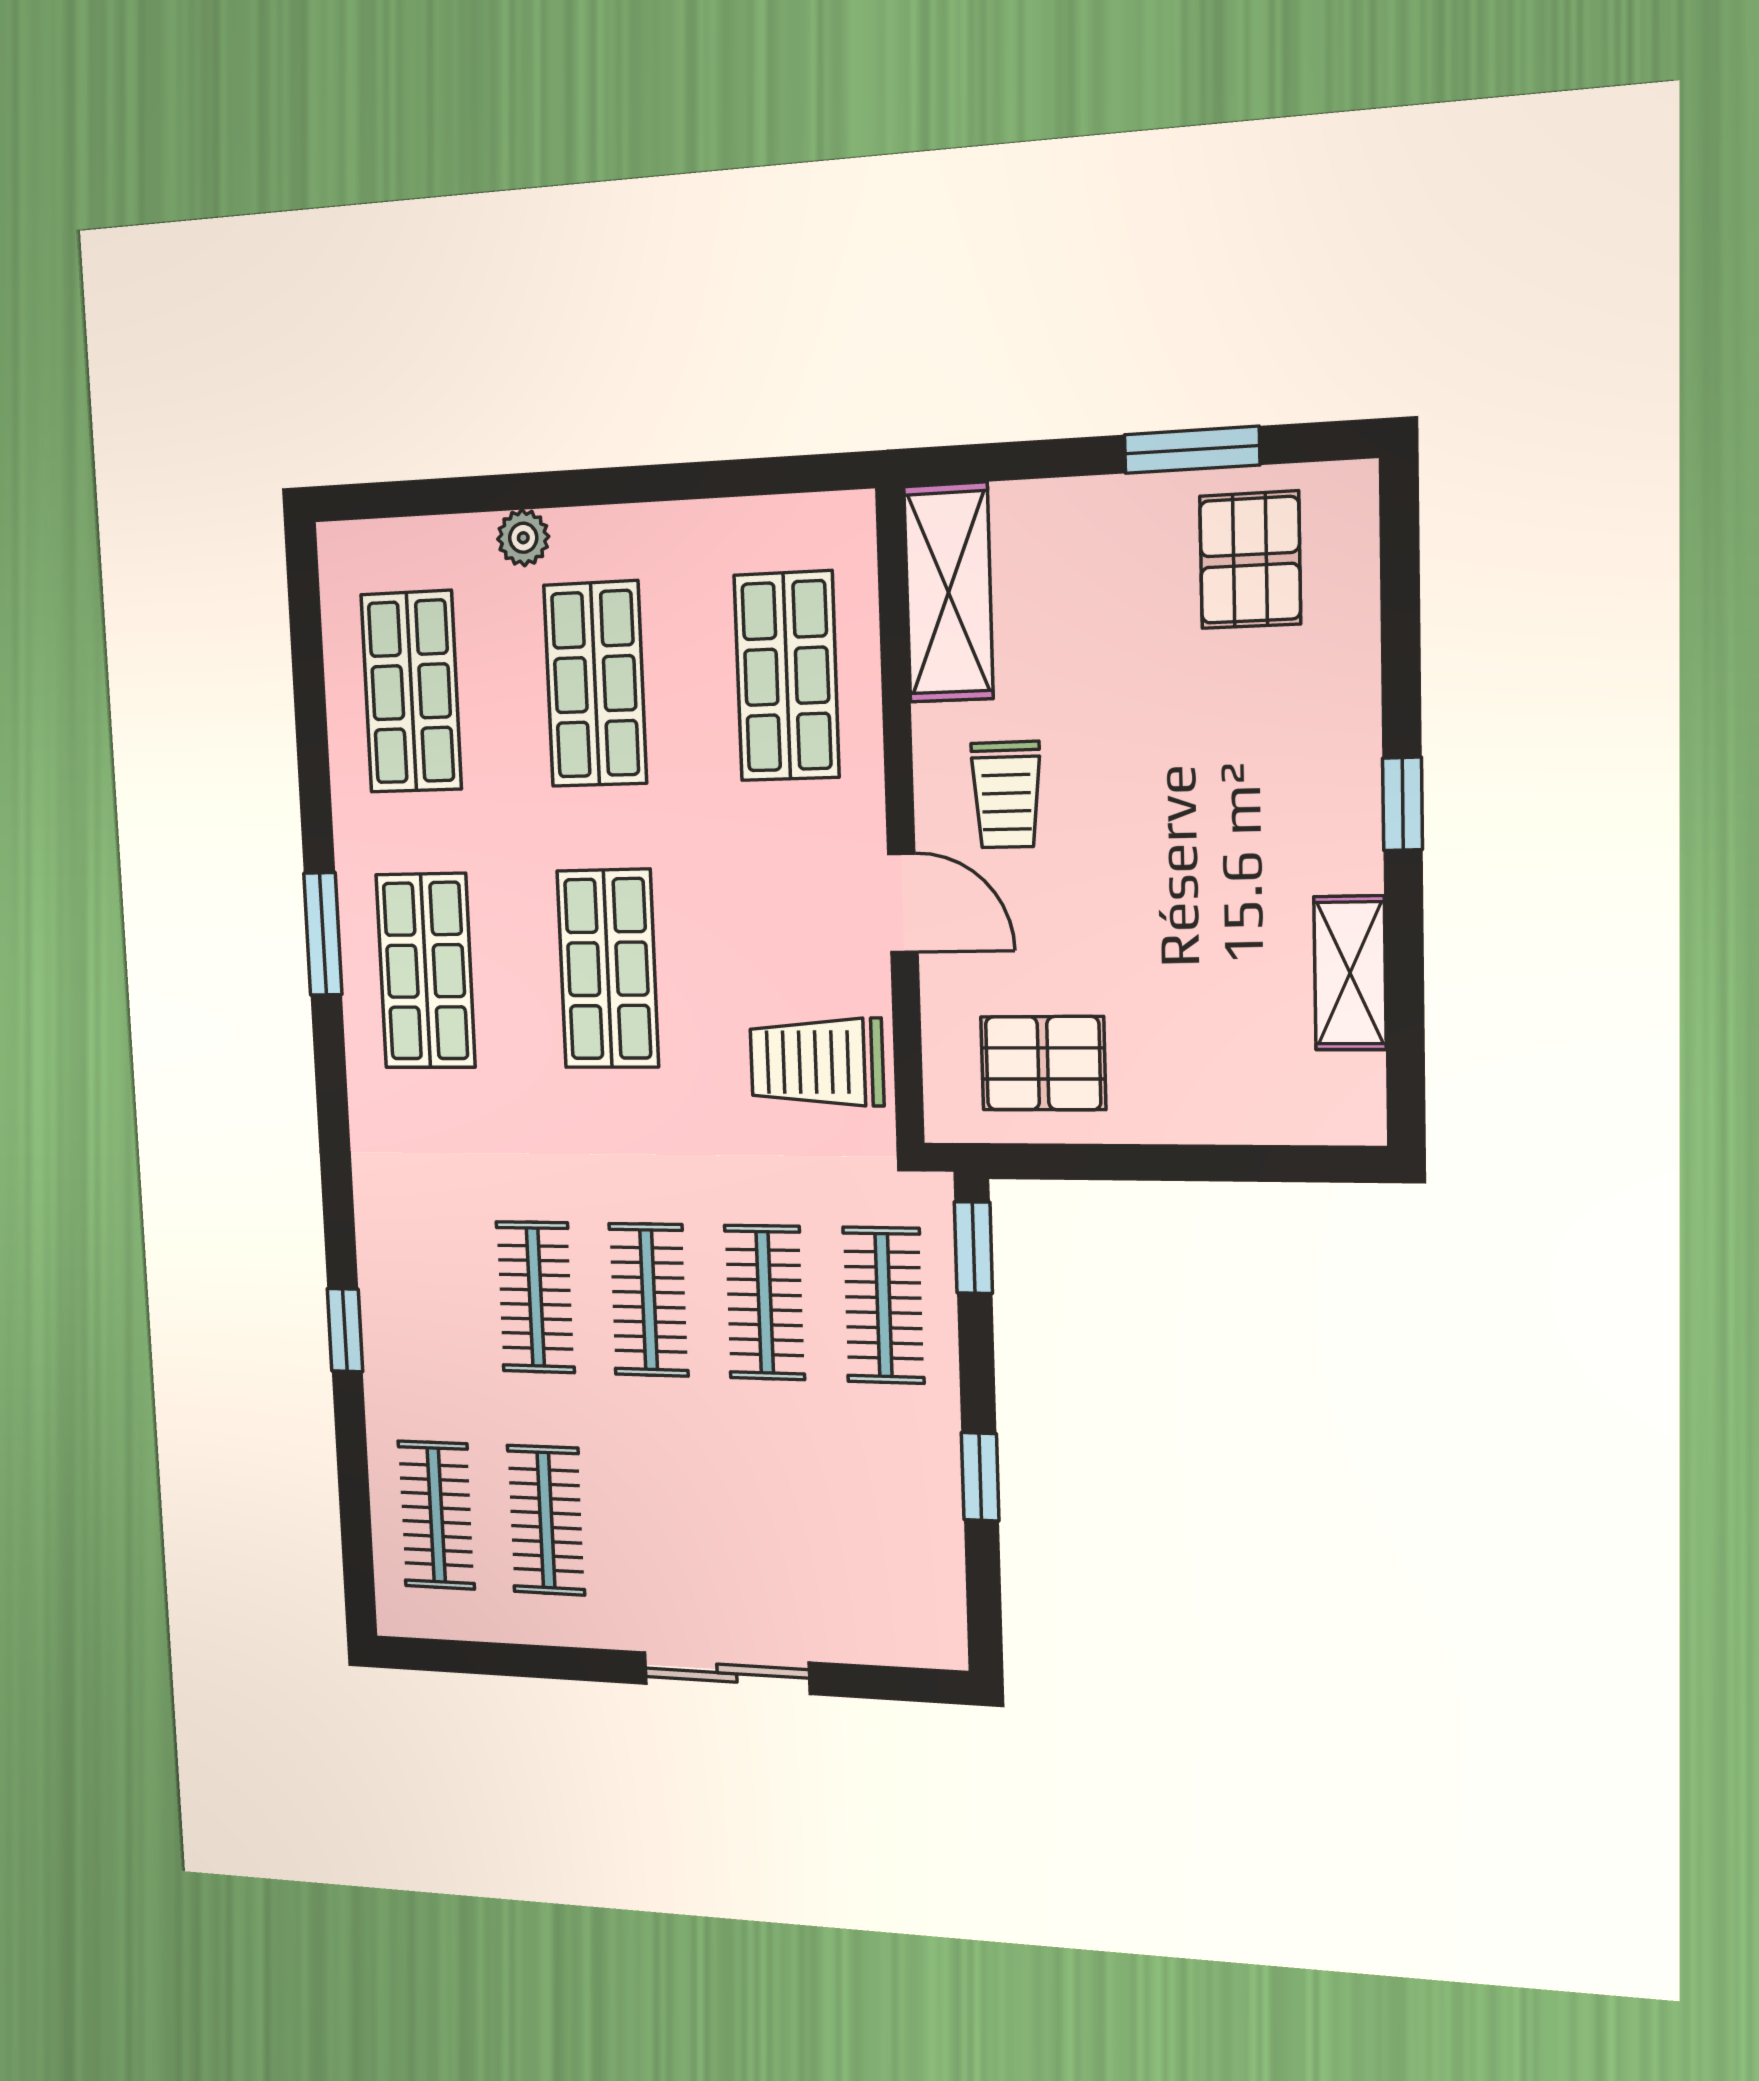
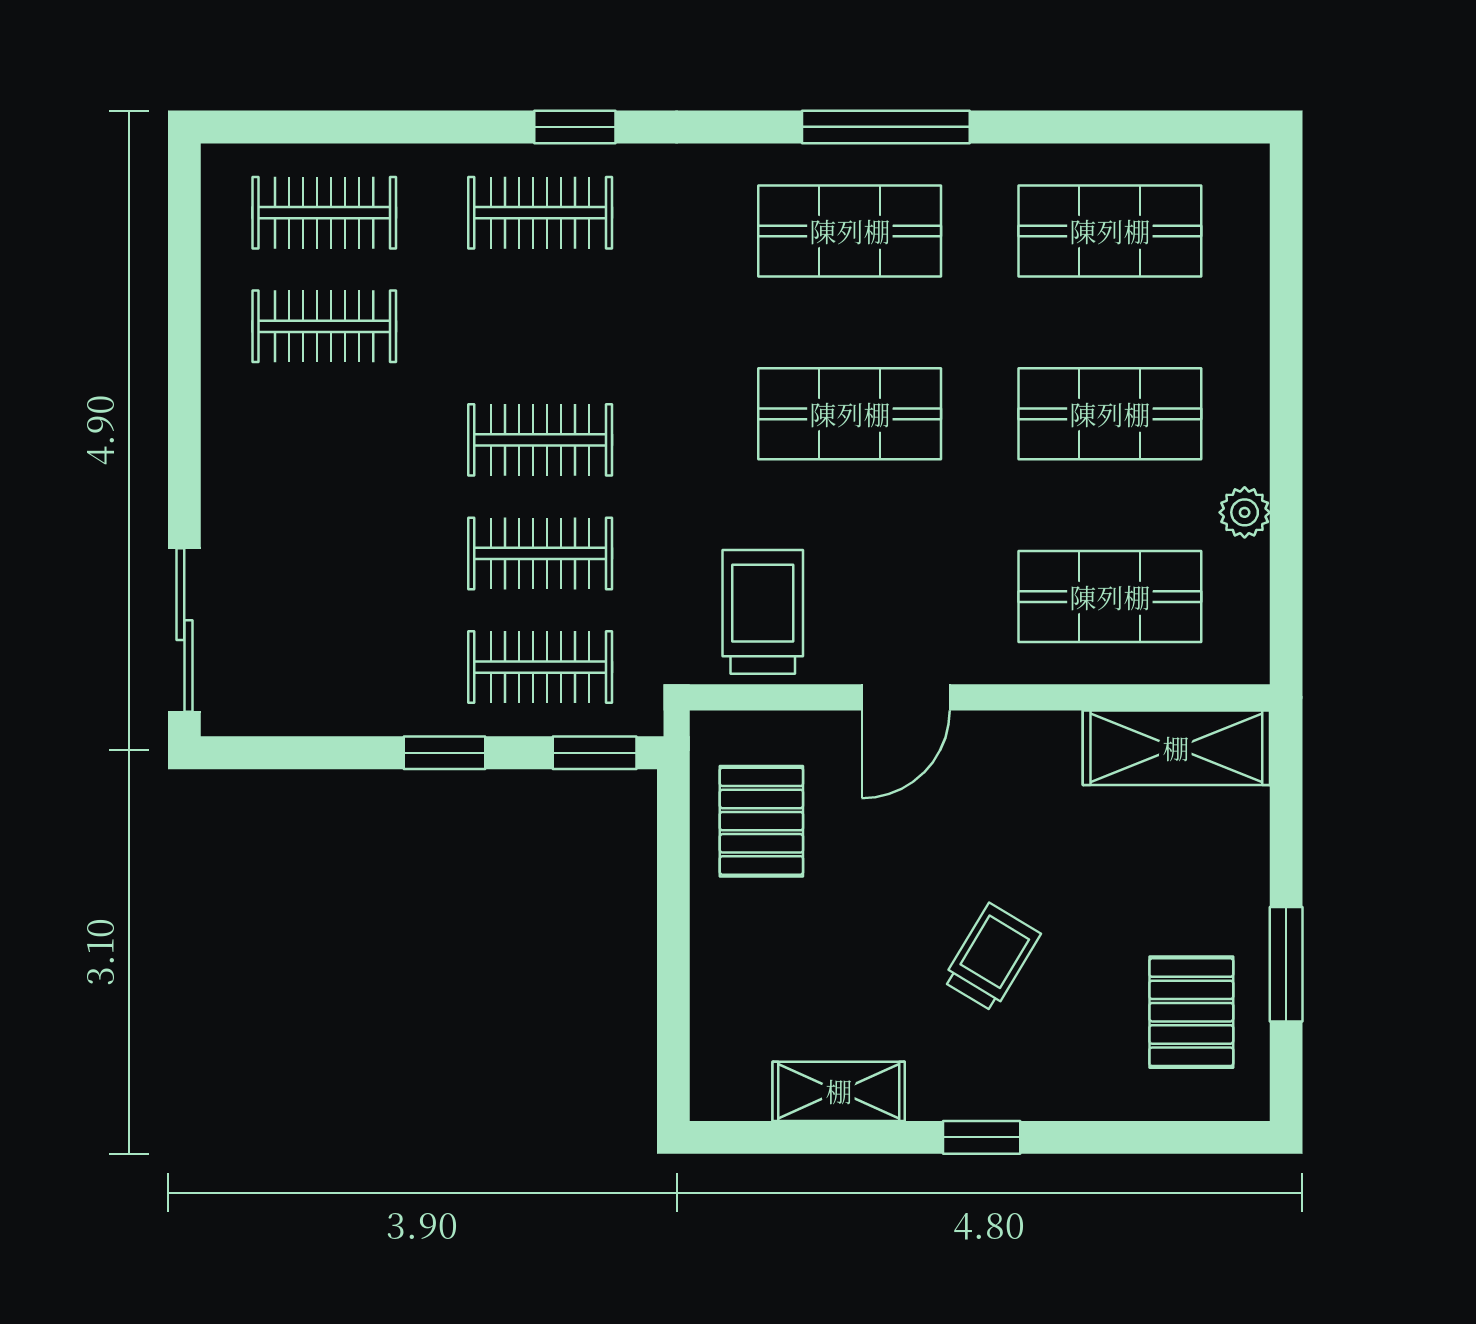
plant: (523, 538) -> (1245, 512), moved
pallet: (1250, 560) -> (1191, 1012), turned 90
trolley: (1006, 795) -> (991, 957), moved, turned 121
window: (323, 934) -> (886, 127), width x1.44
clothes rail: (535, 1297) -> (540, 213), moved
window: (345, 1330) -> (575, 127), moved
window: (980, 1477) -> (444, 753), moved
sliding door: (727, 1673) -> (184, 630), moved

